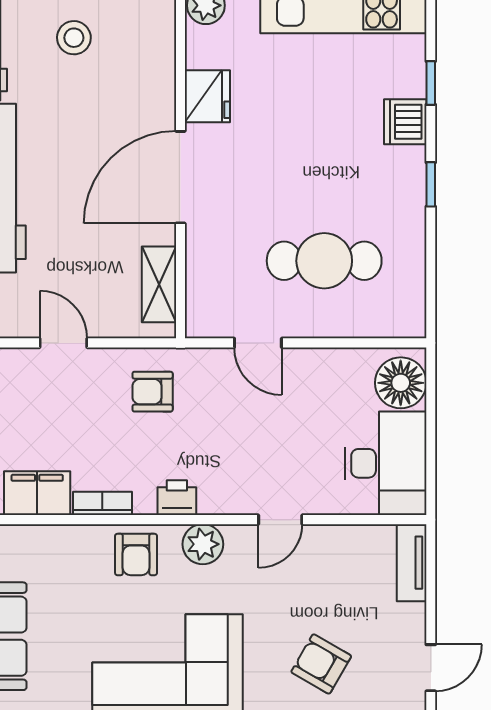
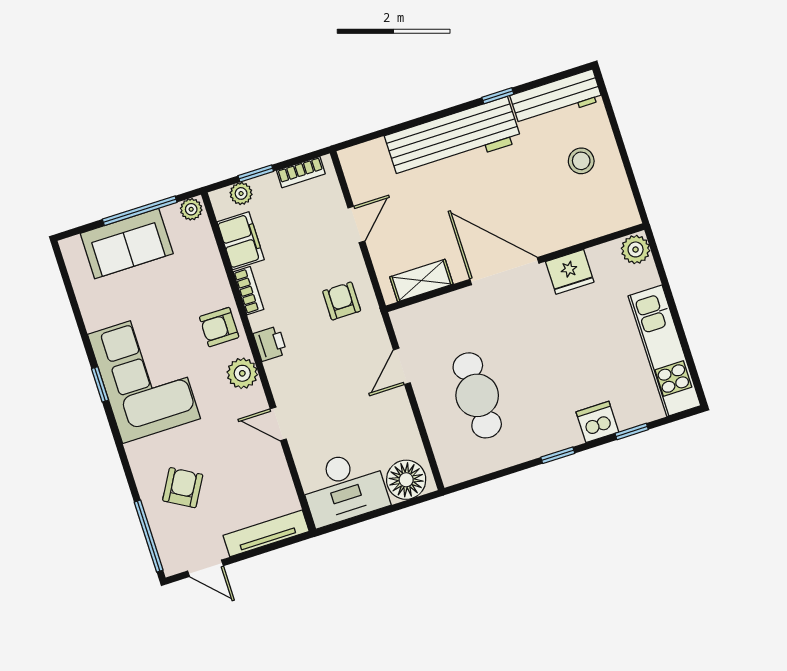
tv unit: (412, 563) -> (266, 533), width x1.41

